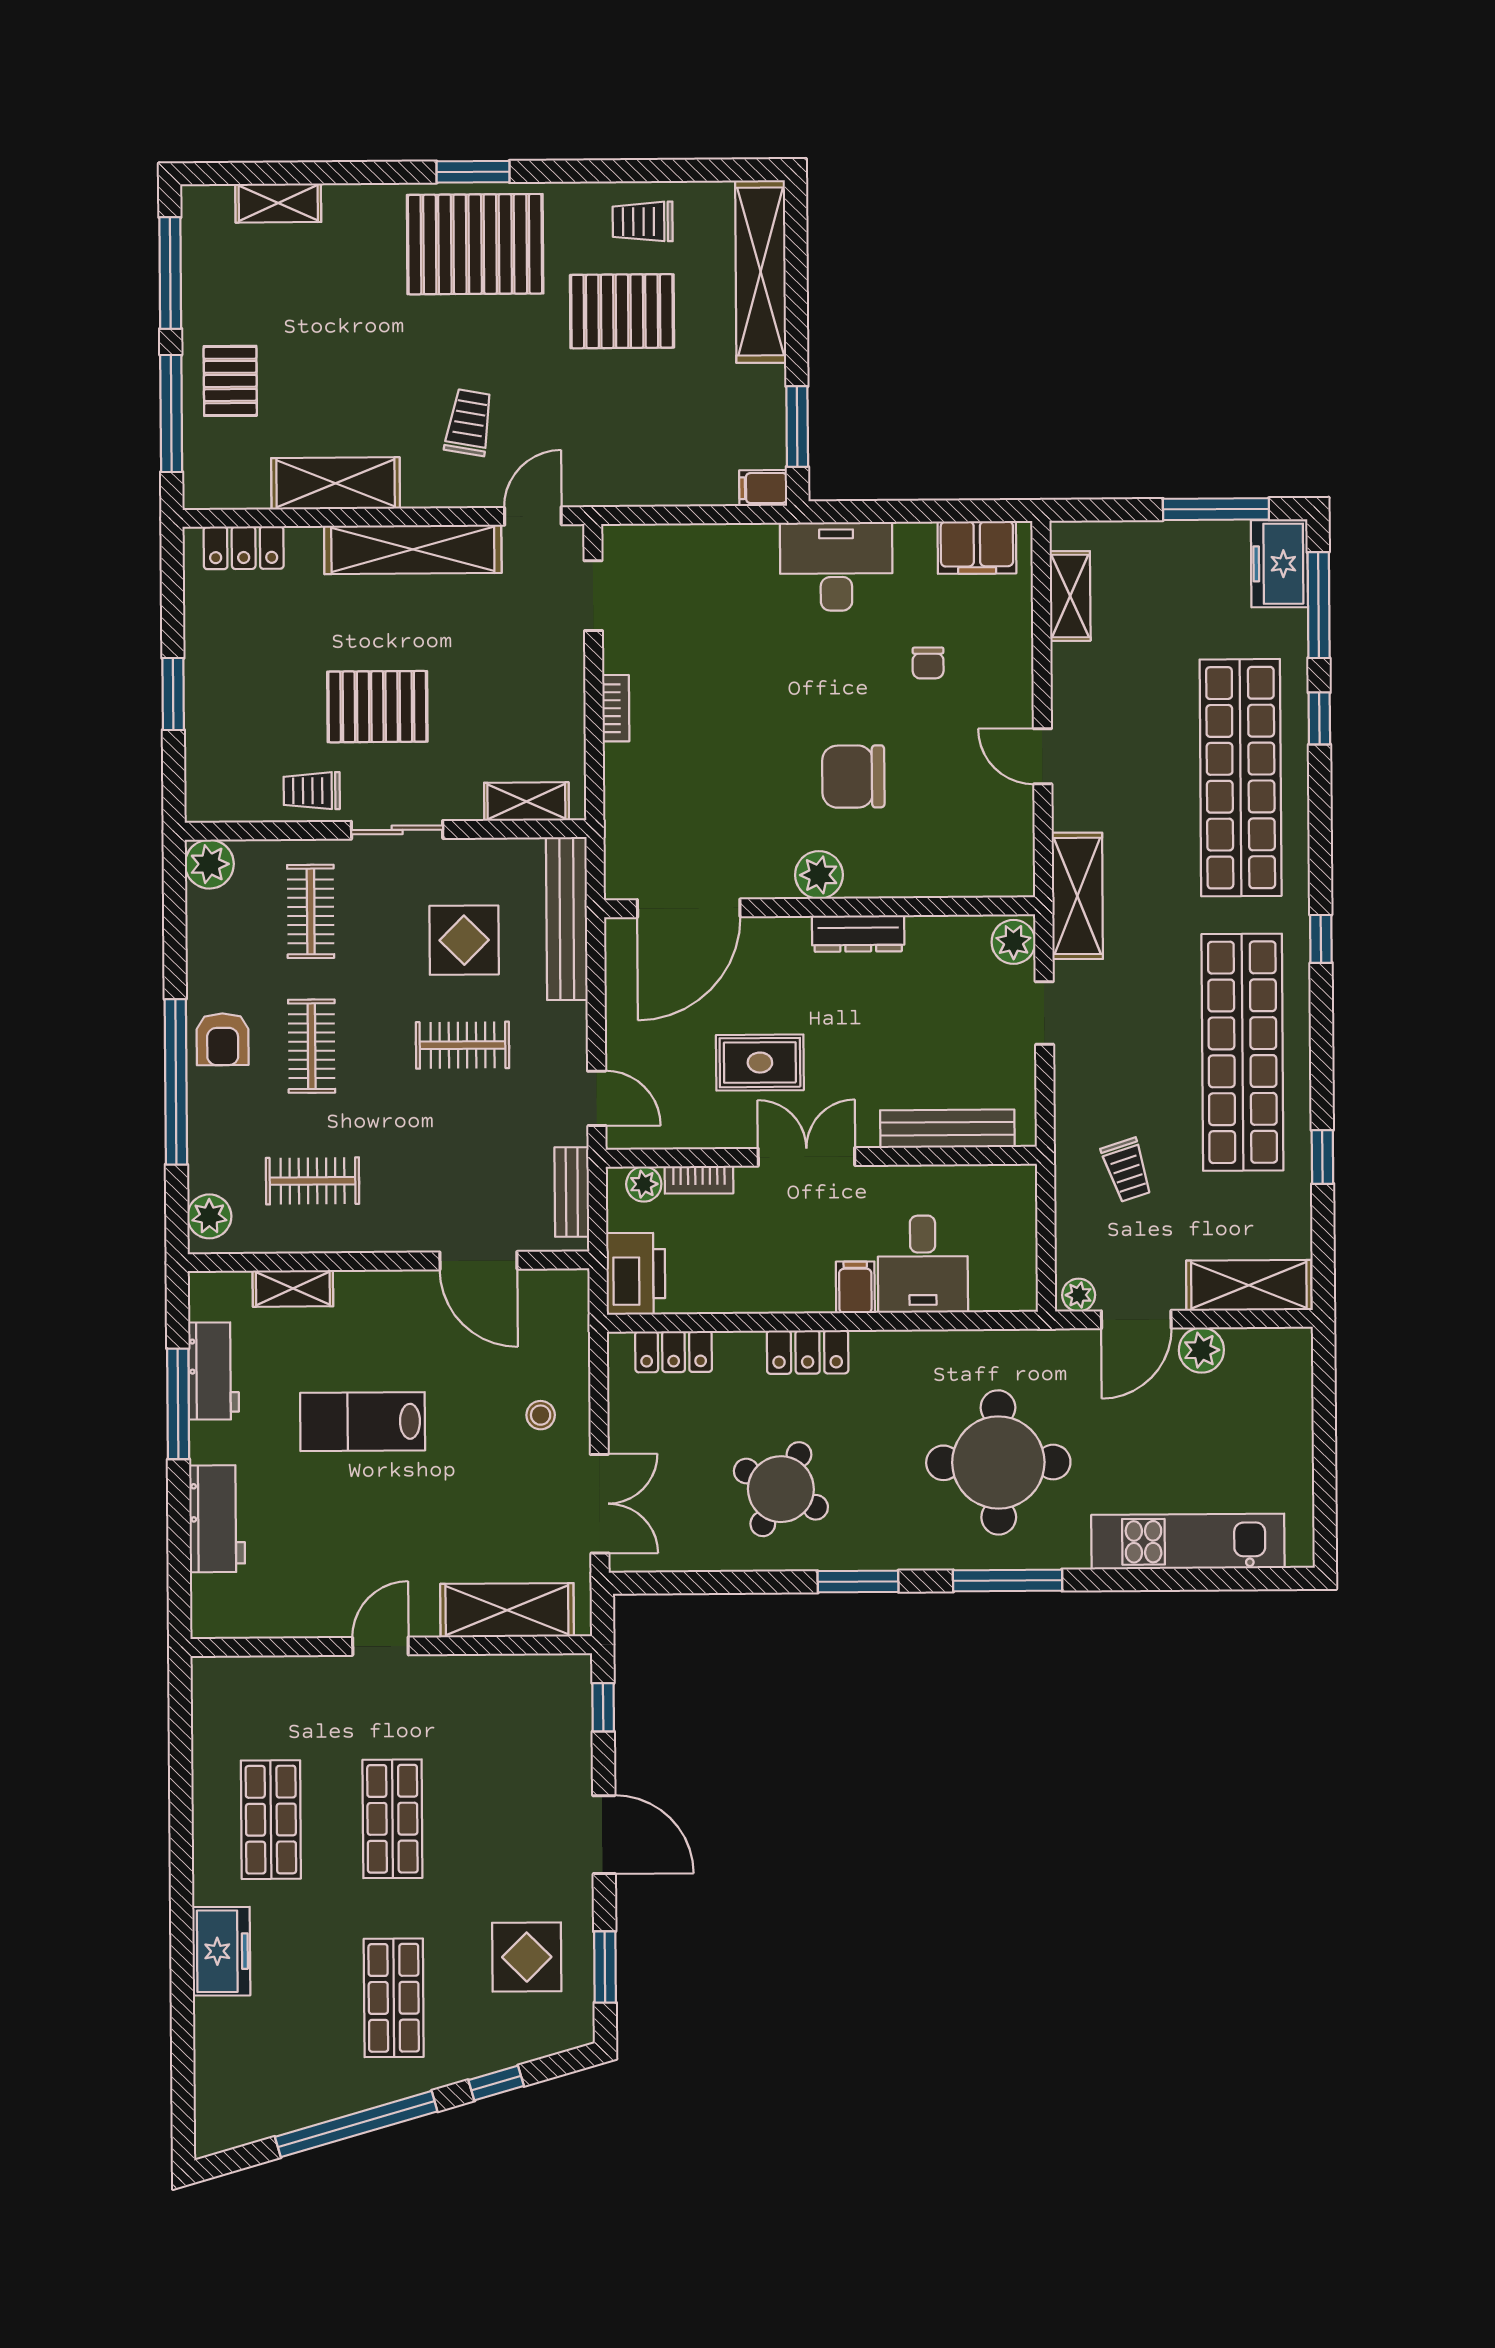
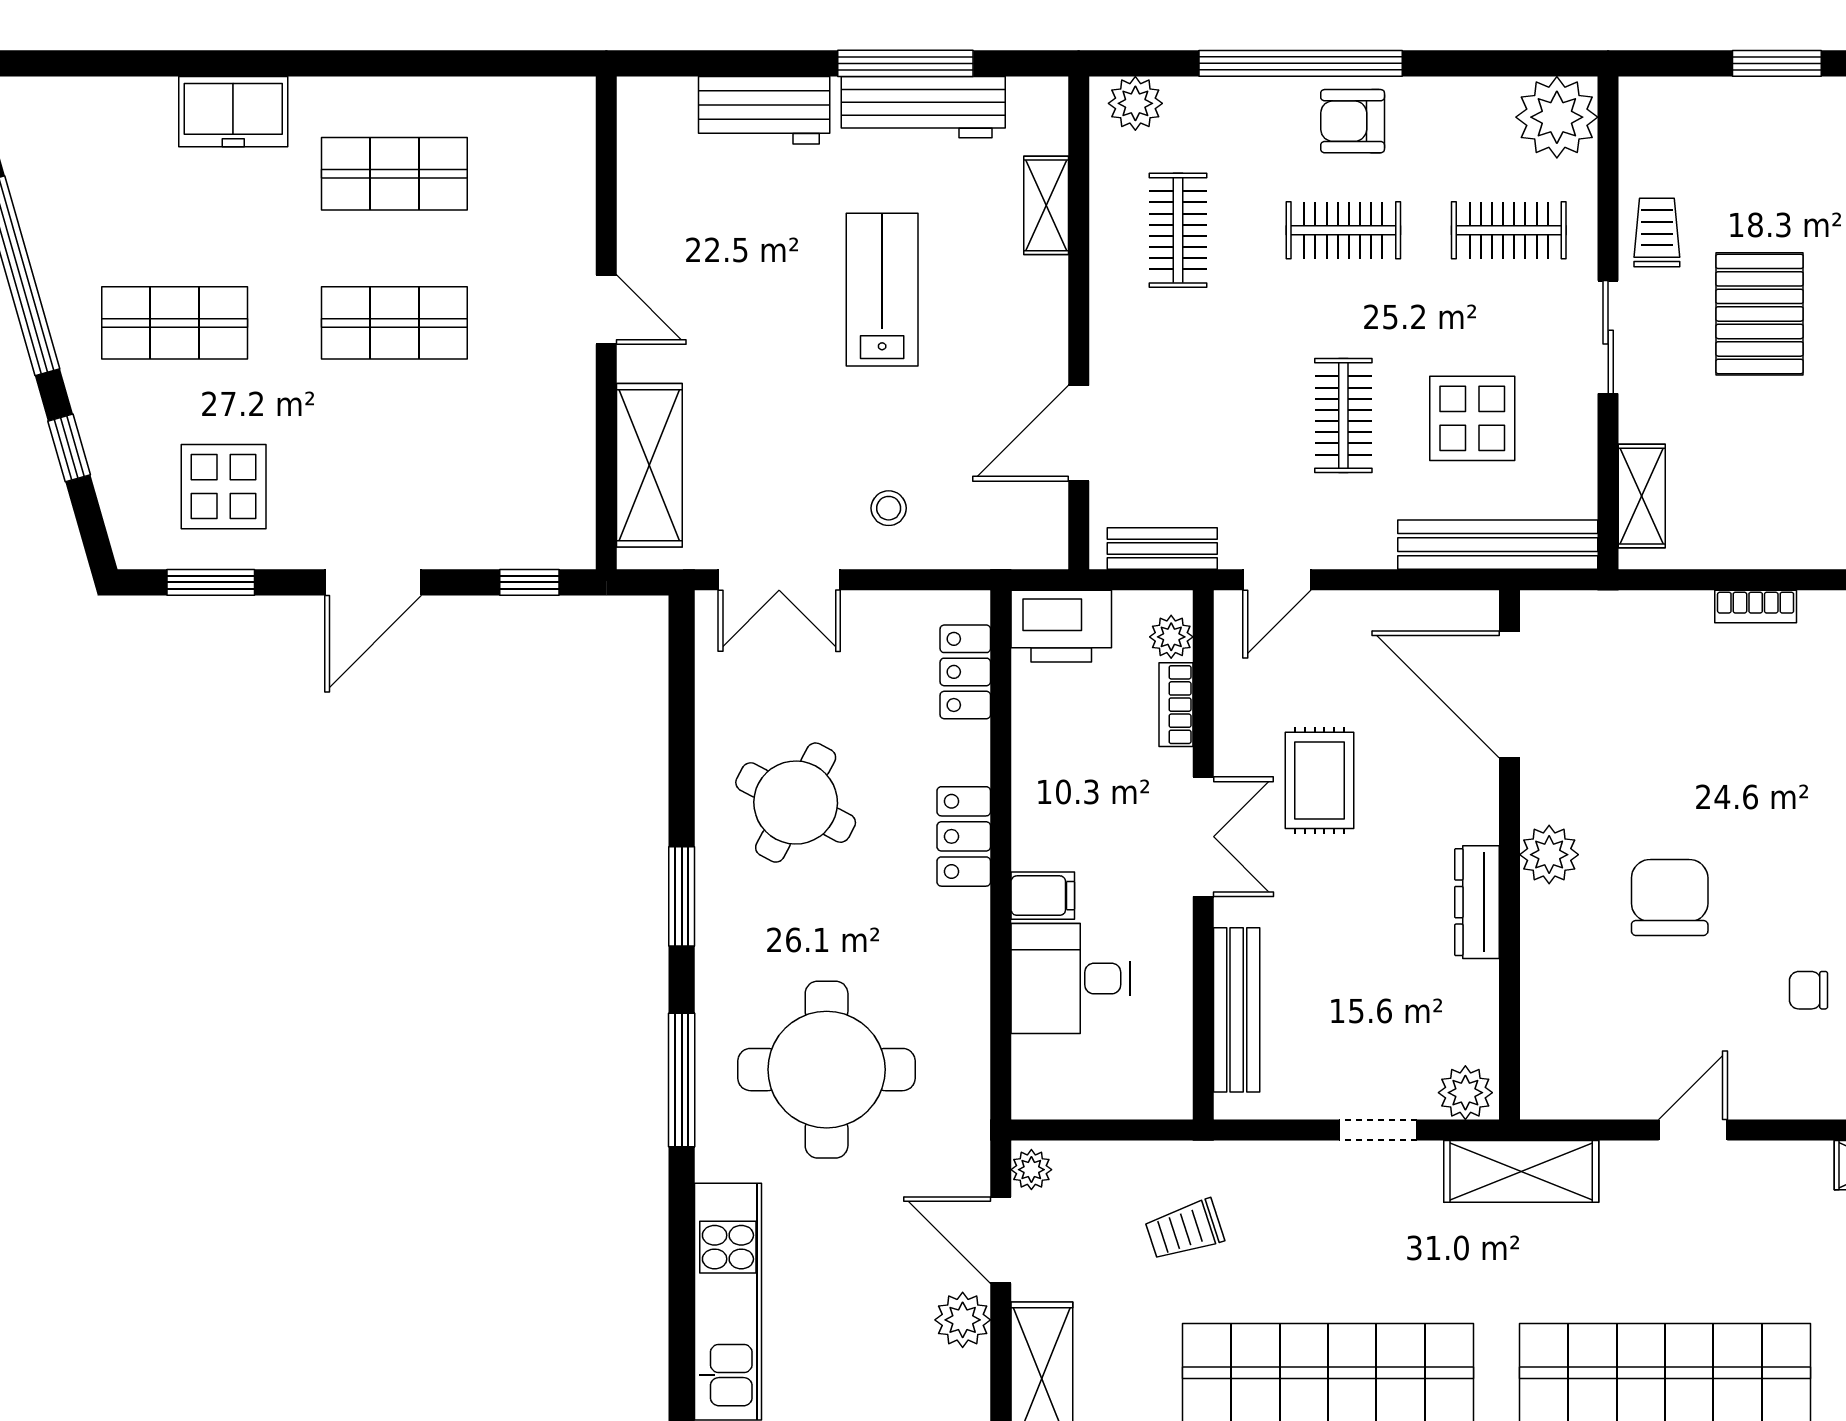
plant: (209, 864) -> (1557, 117), width x1.36, depth x1.36
workbench: (214, 1371) -> (923, 107), width x1.38

